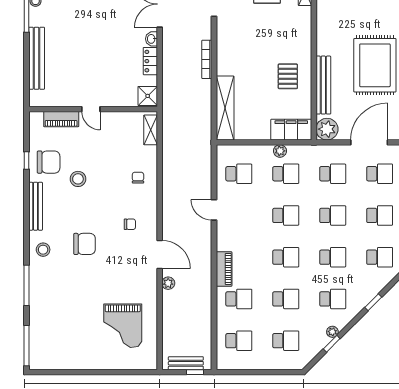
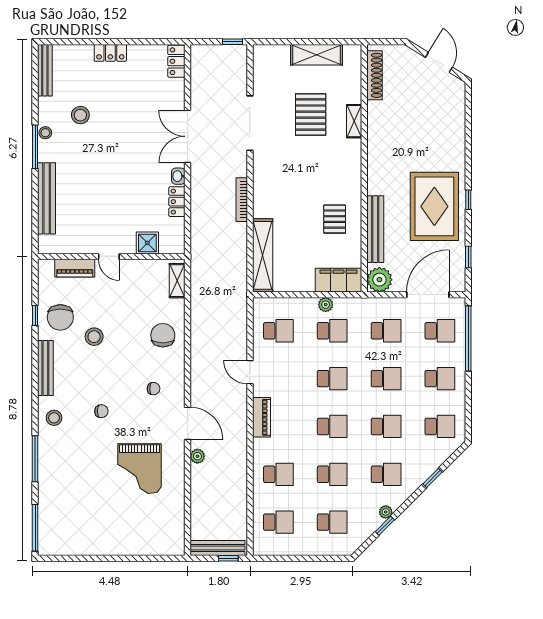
shower: (148, 96) -> (147, 243), moved
chair: (49, 162) -> (60, 317), turned 90
chair: (138, 178) -> (163, 335), width x1.87, depth x1.87
chair: (84, 244) -> (101, 411), width x0.54, depth x0.54
piano: (224, 269) -> (261, 417), moved
grand piano: (123, 326) -> (139, 469), moved
bench: (186, 363) -> (218, 548), width x1.36

